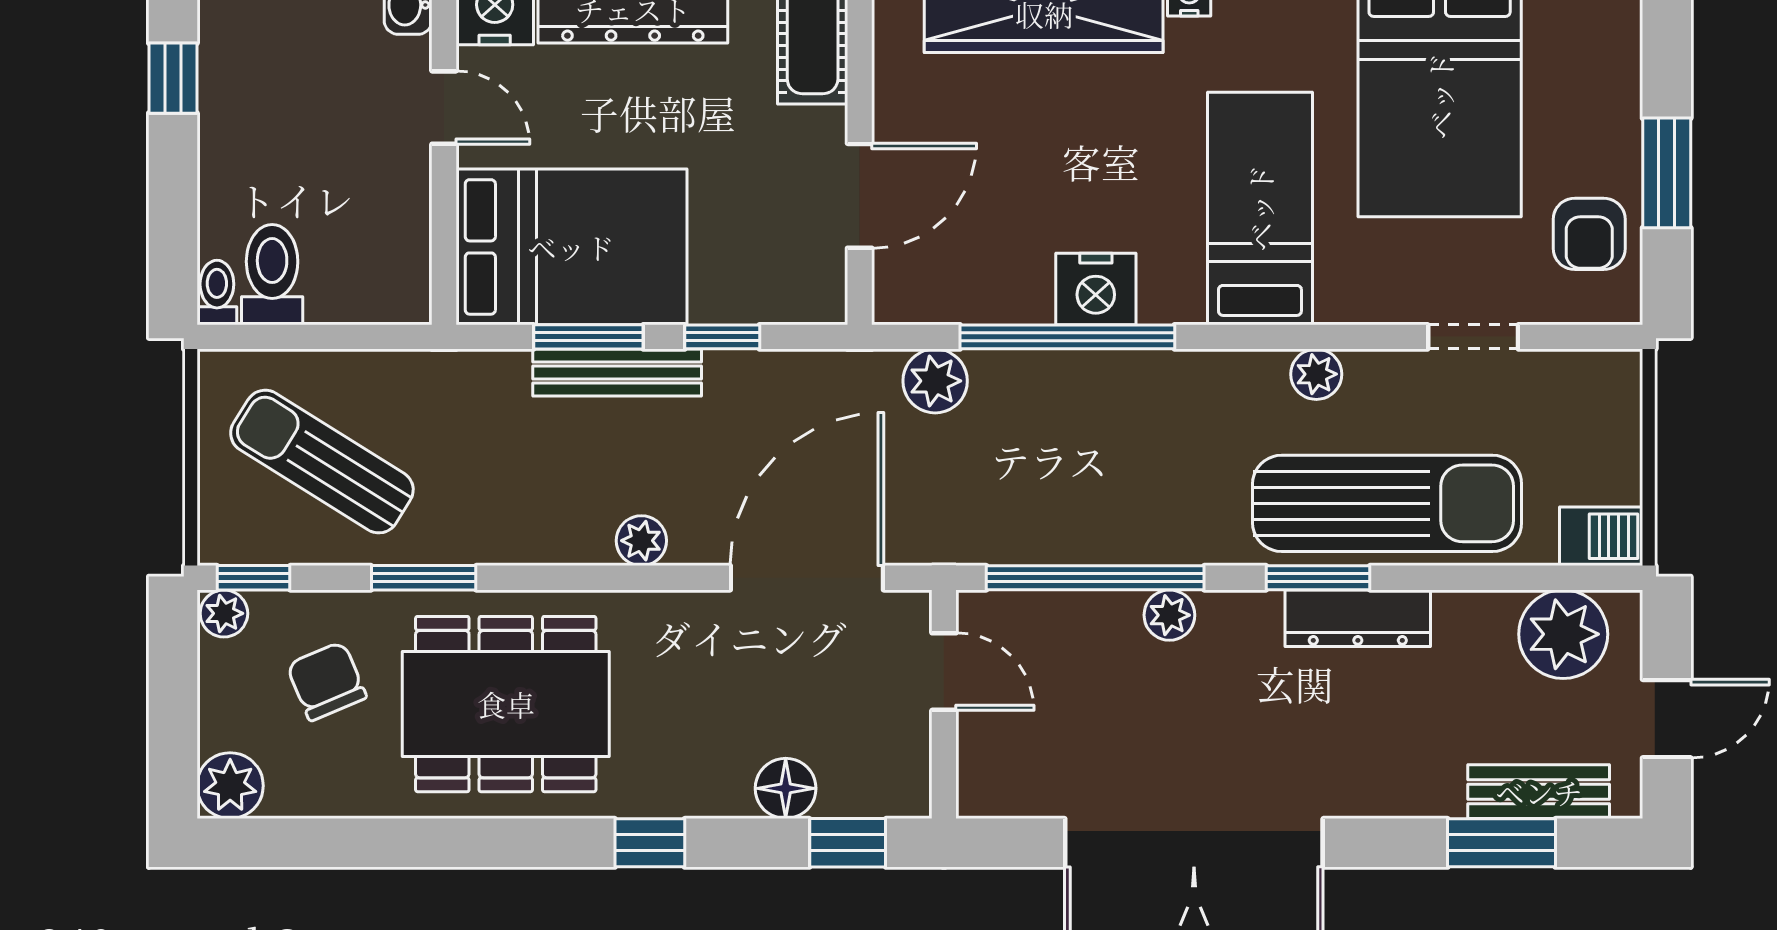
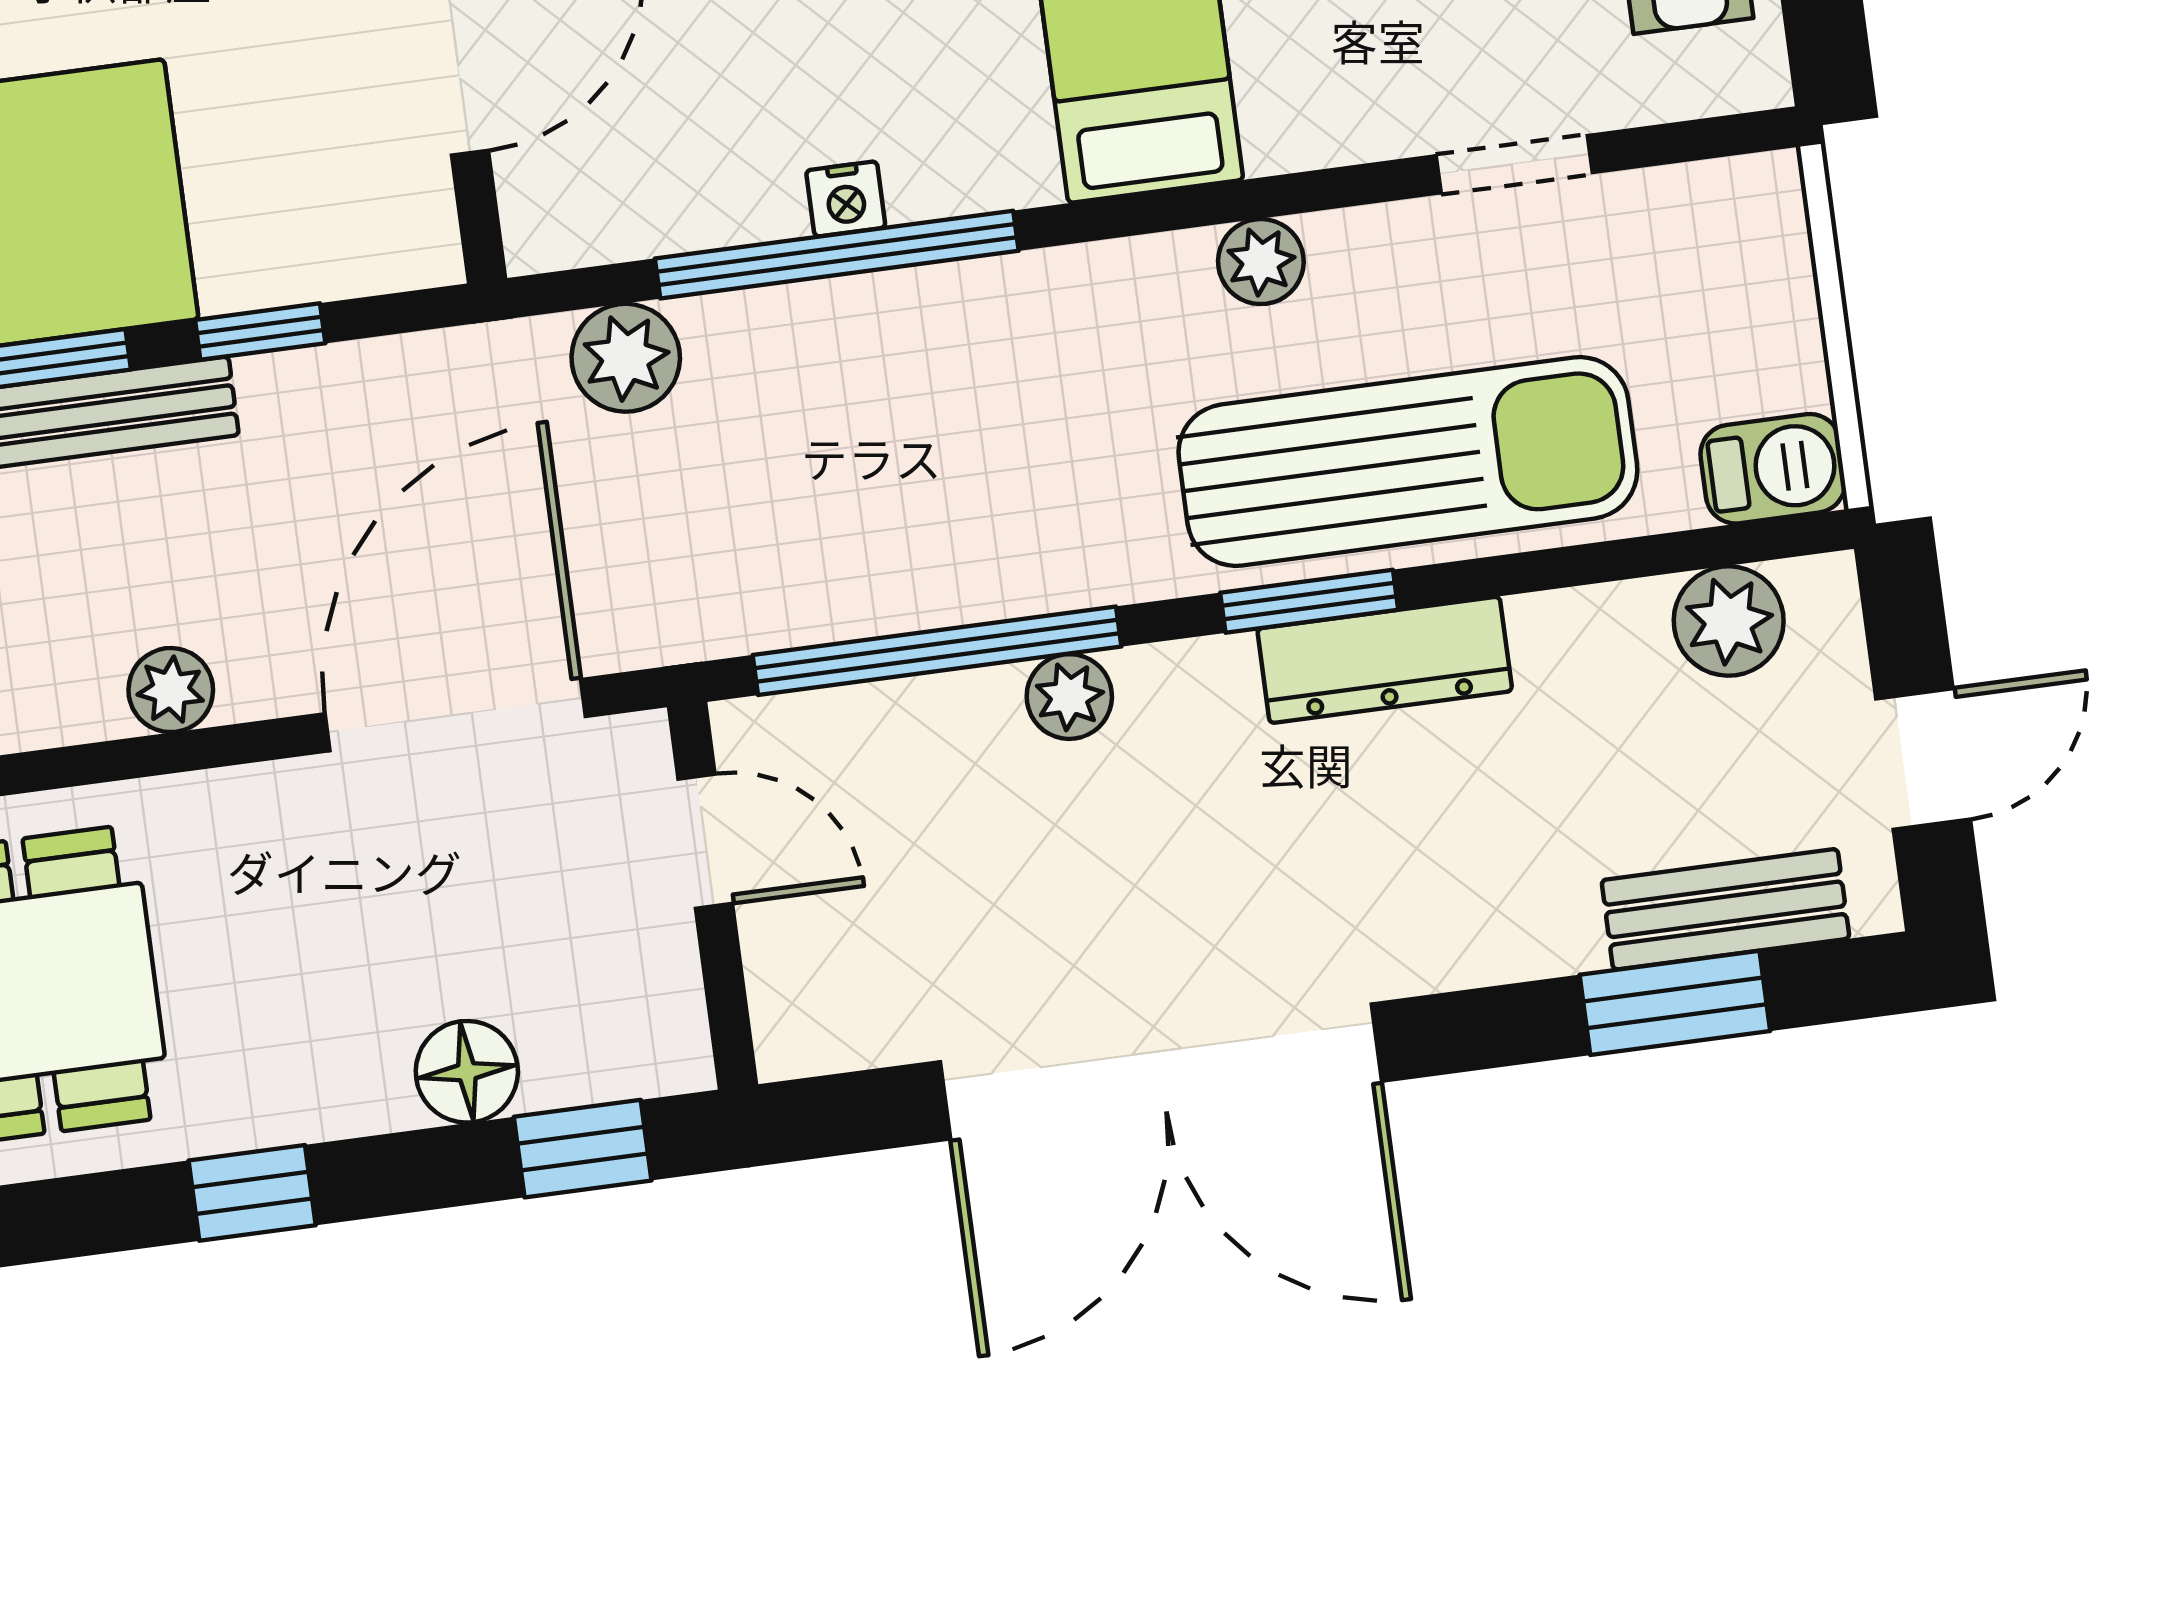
nightstand: (1096, 289) -> (846, 199), width x0.53, depth x0.56
plant: (1563, 634) -> (1729, 621), width x0.73, depth x0.73

